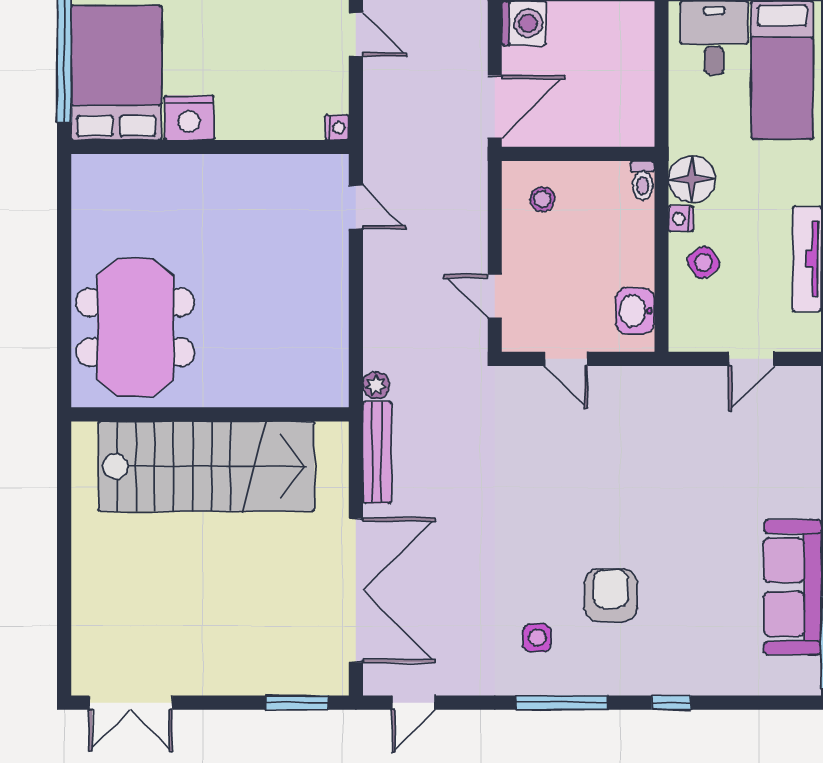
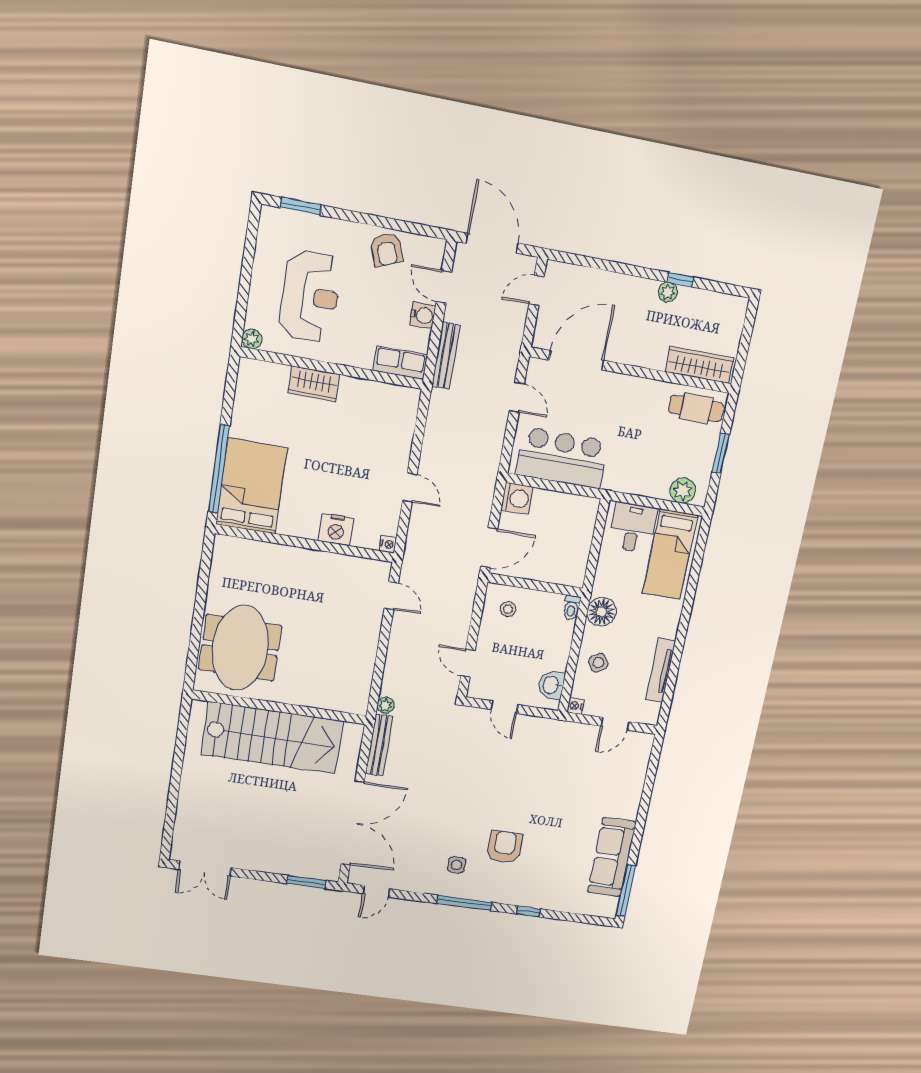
nightstand: (189, 118) -> (336, 530), moved
nightstand: (681, 219) -> (576, 706), moved

